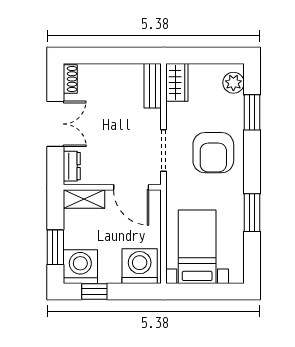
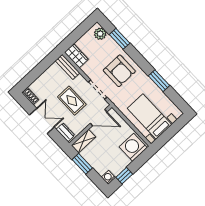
rug: (118, 134) -> (72, 101), added
window: (55, 247) -> (82, 164), moved
washing machine: (80, 267) -> (108, 177), width x0.53, depth x0.53

